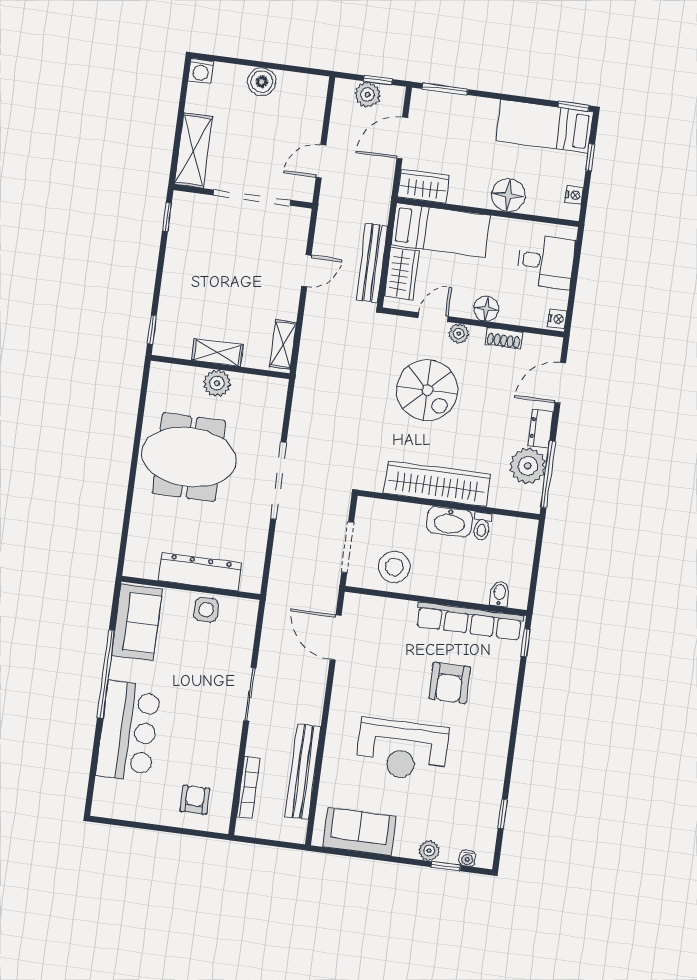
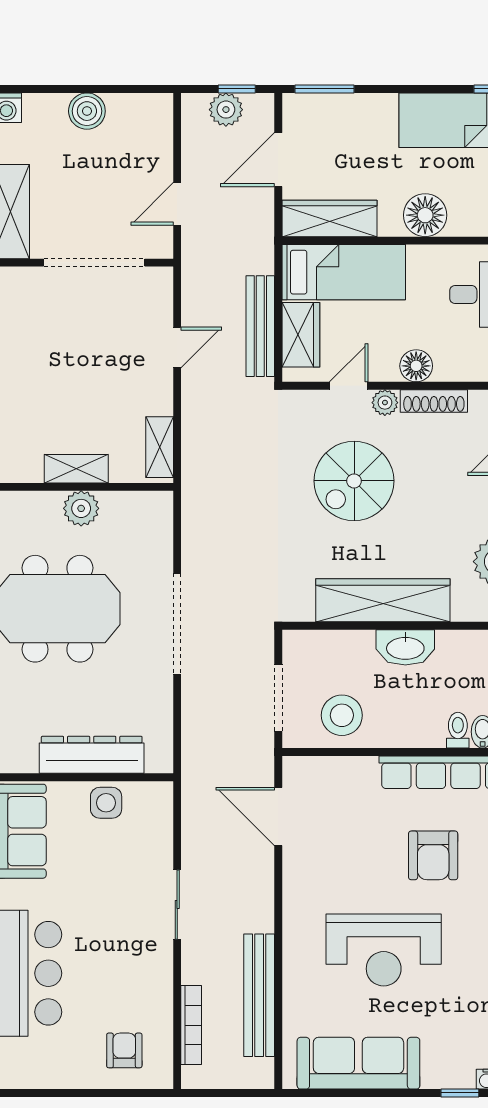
wardrobe: (423, 186) -> (329, 218), width x1.50
shoe rack: (504, 338) -> (434, 401), width x1.43
spiral stairs: (427, 390) -> (354, 481), turned 90
toilet: (482, 526) -> (458, 730), moved, turned 180
sofa: (359, 832) -> (358, 1063), width x1.36
plant: (429, 851) -> (436, 1076), removed

